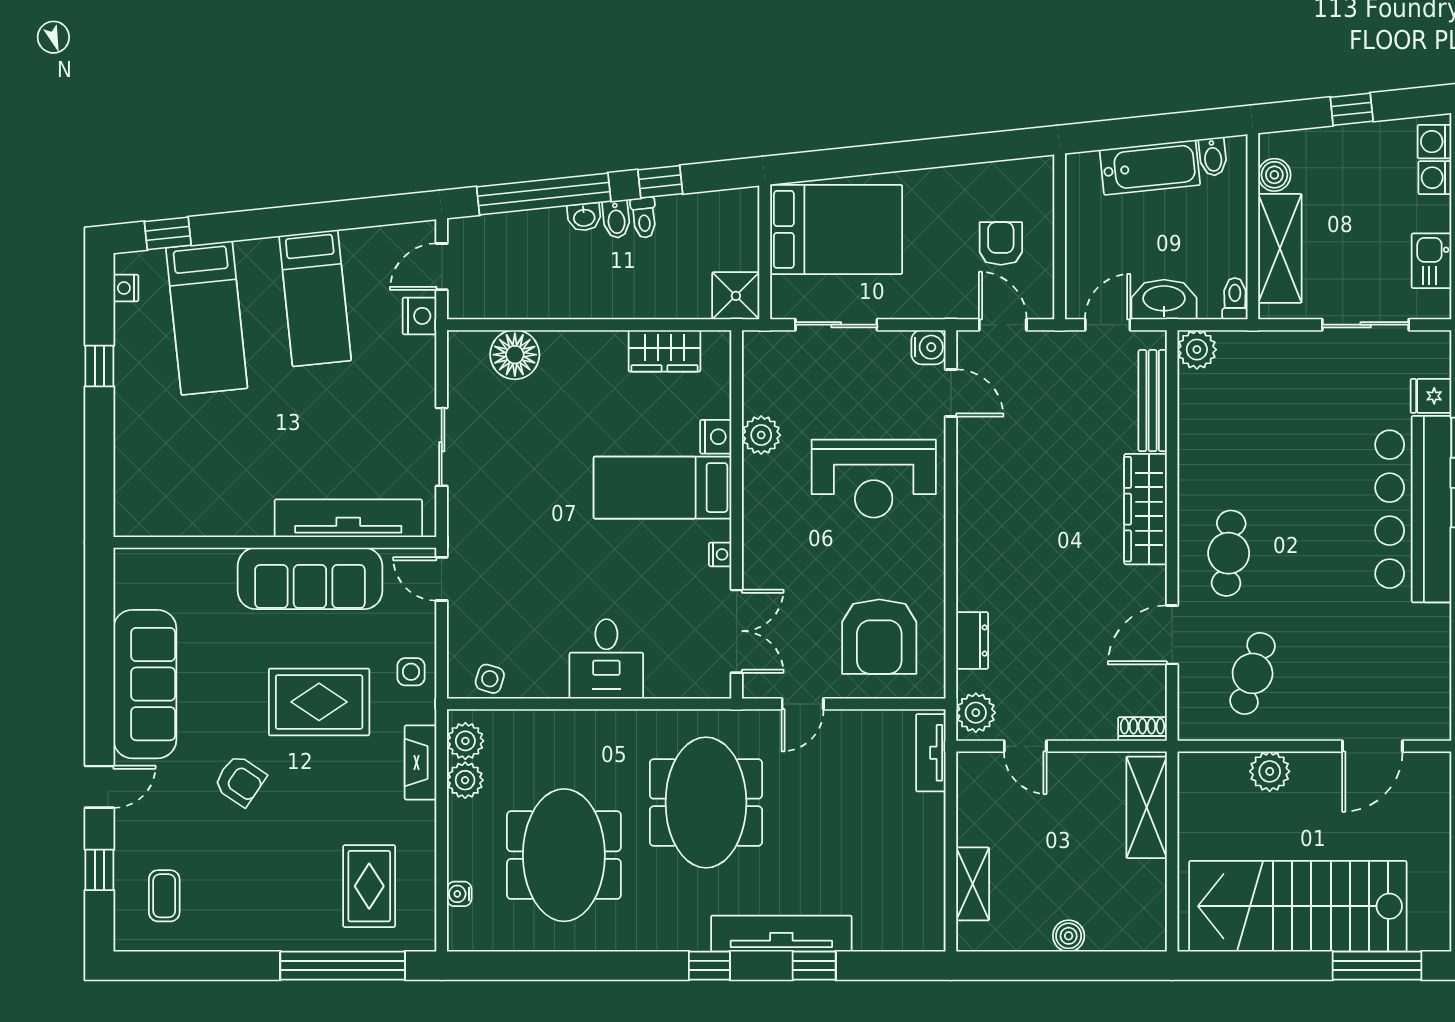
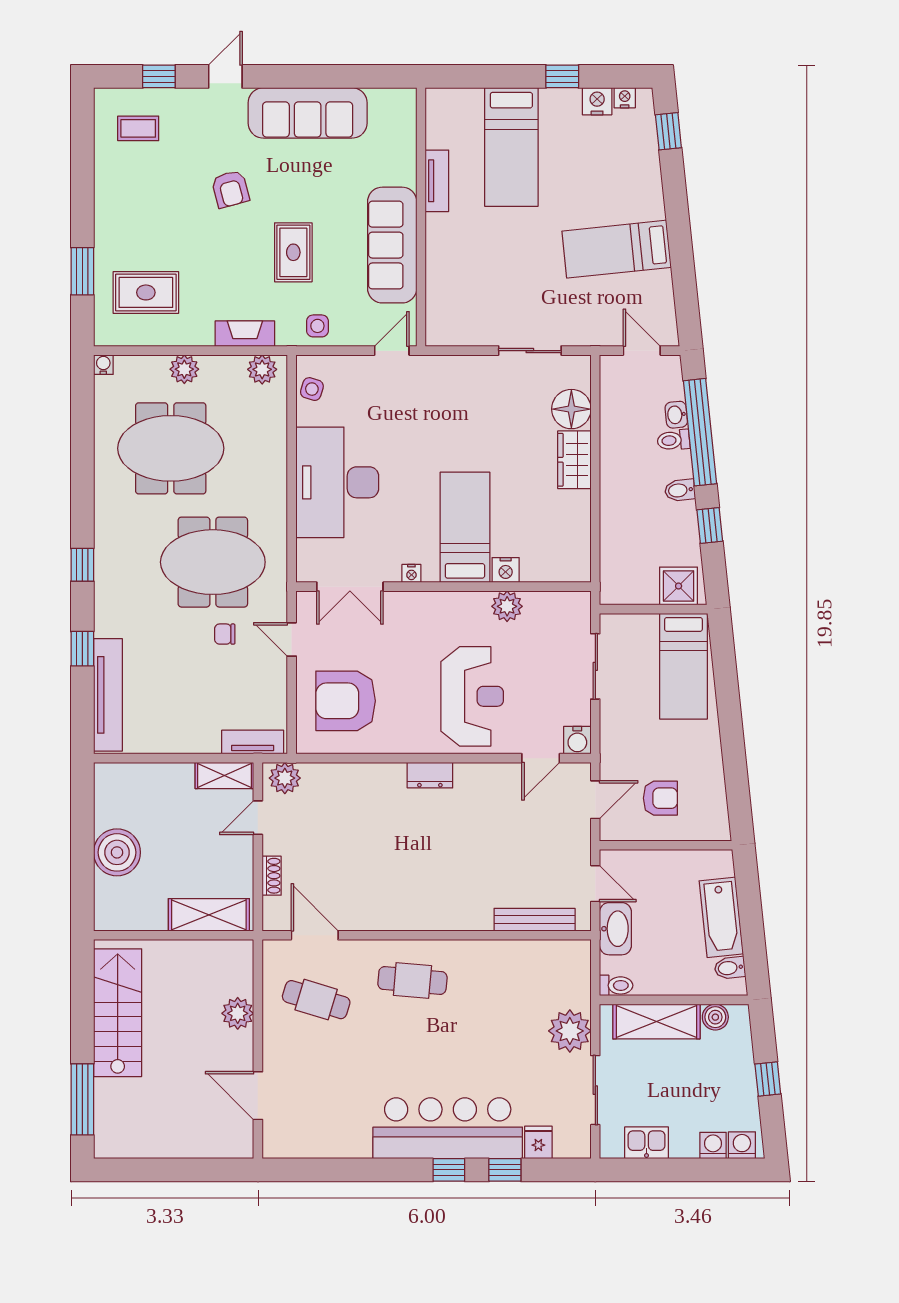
washbasin: (584, 217) -> (676, 415), moved
toilet: (644, 218) -> (673, 440), moved
bed: (836, 229) -> (683, 666), width x0.67
shower: (736, 296) -> (679, 586), moved
nightstand: (420, 316) -> (597, 101), moved, turned 180
bed: (207, 318) -> (511, 147), moved, turned -84
plant: (1197, 350) -> (570, 1031), moved, width x1.36, depth x1.36
wardrobe: (664, 351) -> (574, 460), moved
sliding door: (442, 447) -> (530, 351), moved
reception desk: (874, 479) -> (472, 696), turned 180
wardrobe: (1146, 509) -> (448, 914), removed
tv unit: (348, 518) -> (437, 181), moved, width x0.52, depth x0.78
door: (1172, 635) -> (315, 935), moved
dresser: (972, 641) -> (430, 775), moved
desk: (606, 659) -> (337, 482), width x1.87, depth x1.30
rug: (319, 702) -> (293, 252), width x0.73, depth x0.70
shoe rack: (1142, 729) -> (272, 876), moved
plant: (465, 780) -> (184, 369), moved
armchair: (240, 781) -> (230, 189), turned -49
door: (99, 787) -> (225, 76), swing flipped
chair: (796, 788) -> (225, 634), added
shelving: (973, 884) -> (224, 776), moved
water cooler: (459, 894) -> (103, 365), moved
stairs: (1298, 906) -> (118, 1013), width x0.73, depth x0.66
tv unit: (781, 934) -> (108, 695), moved
boiler: (1069, 936) -> (117, 852), width x1.86, depth x1.86
window: (343, 966) -> (82, 271), width x0.47

